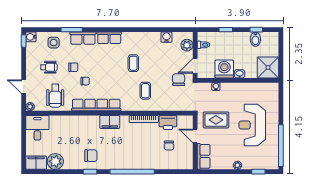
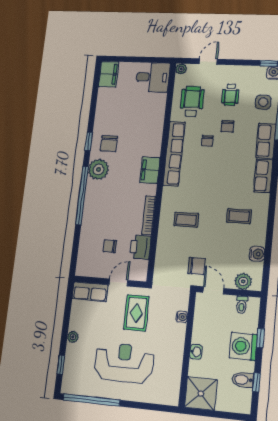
coffee table: (133, 63) -> (239, 216), moved
washing machine: (224, 69) -> (243, 346), moved, turned 180
wheelchair: (55, 96) -> (192, 101), turned 90
plant: (55, 161) -> (98, 169), moved

